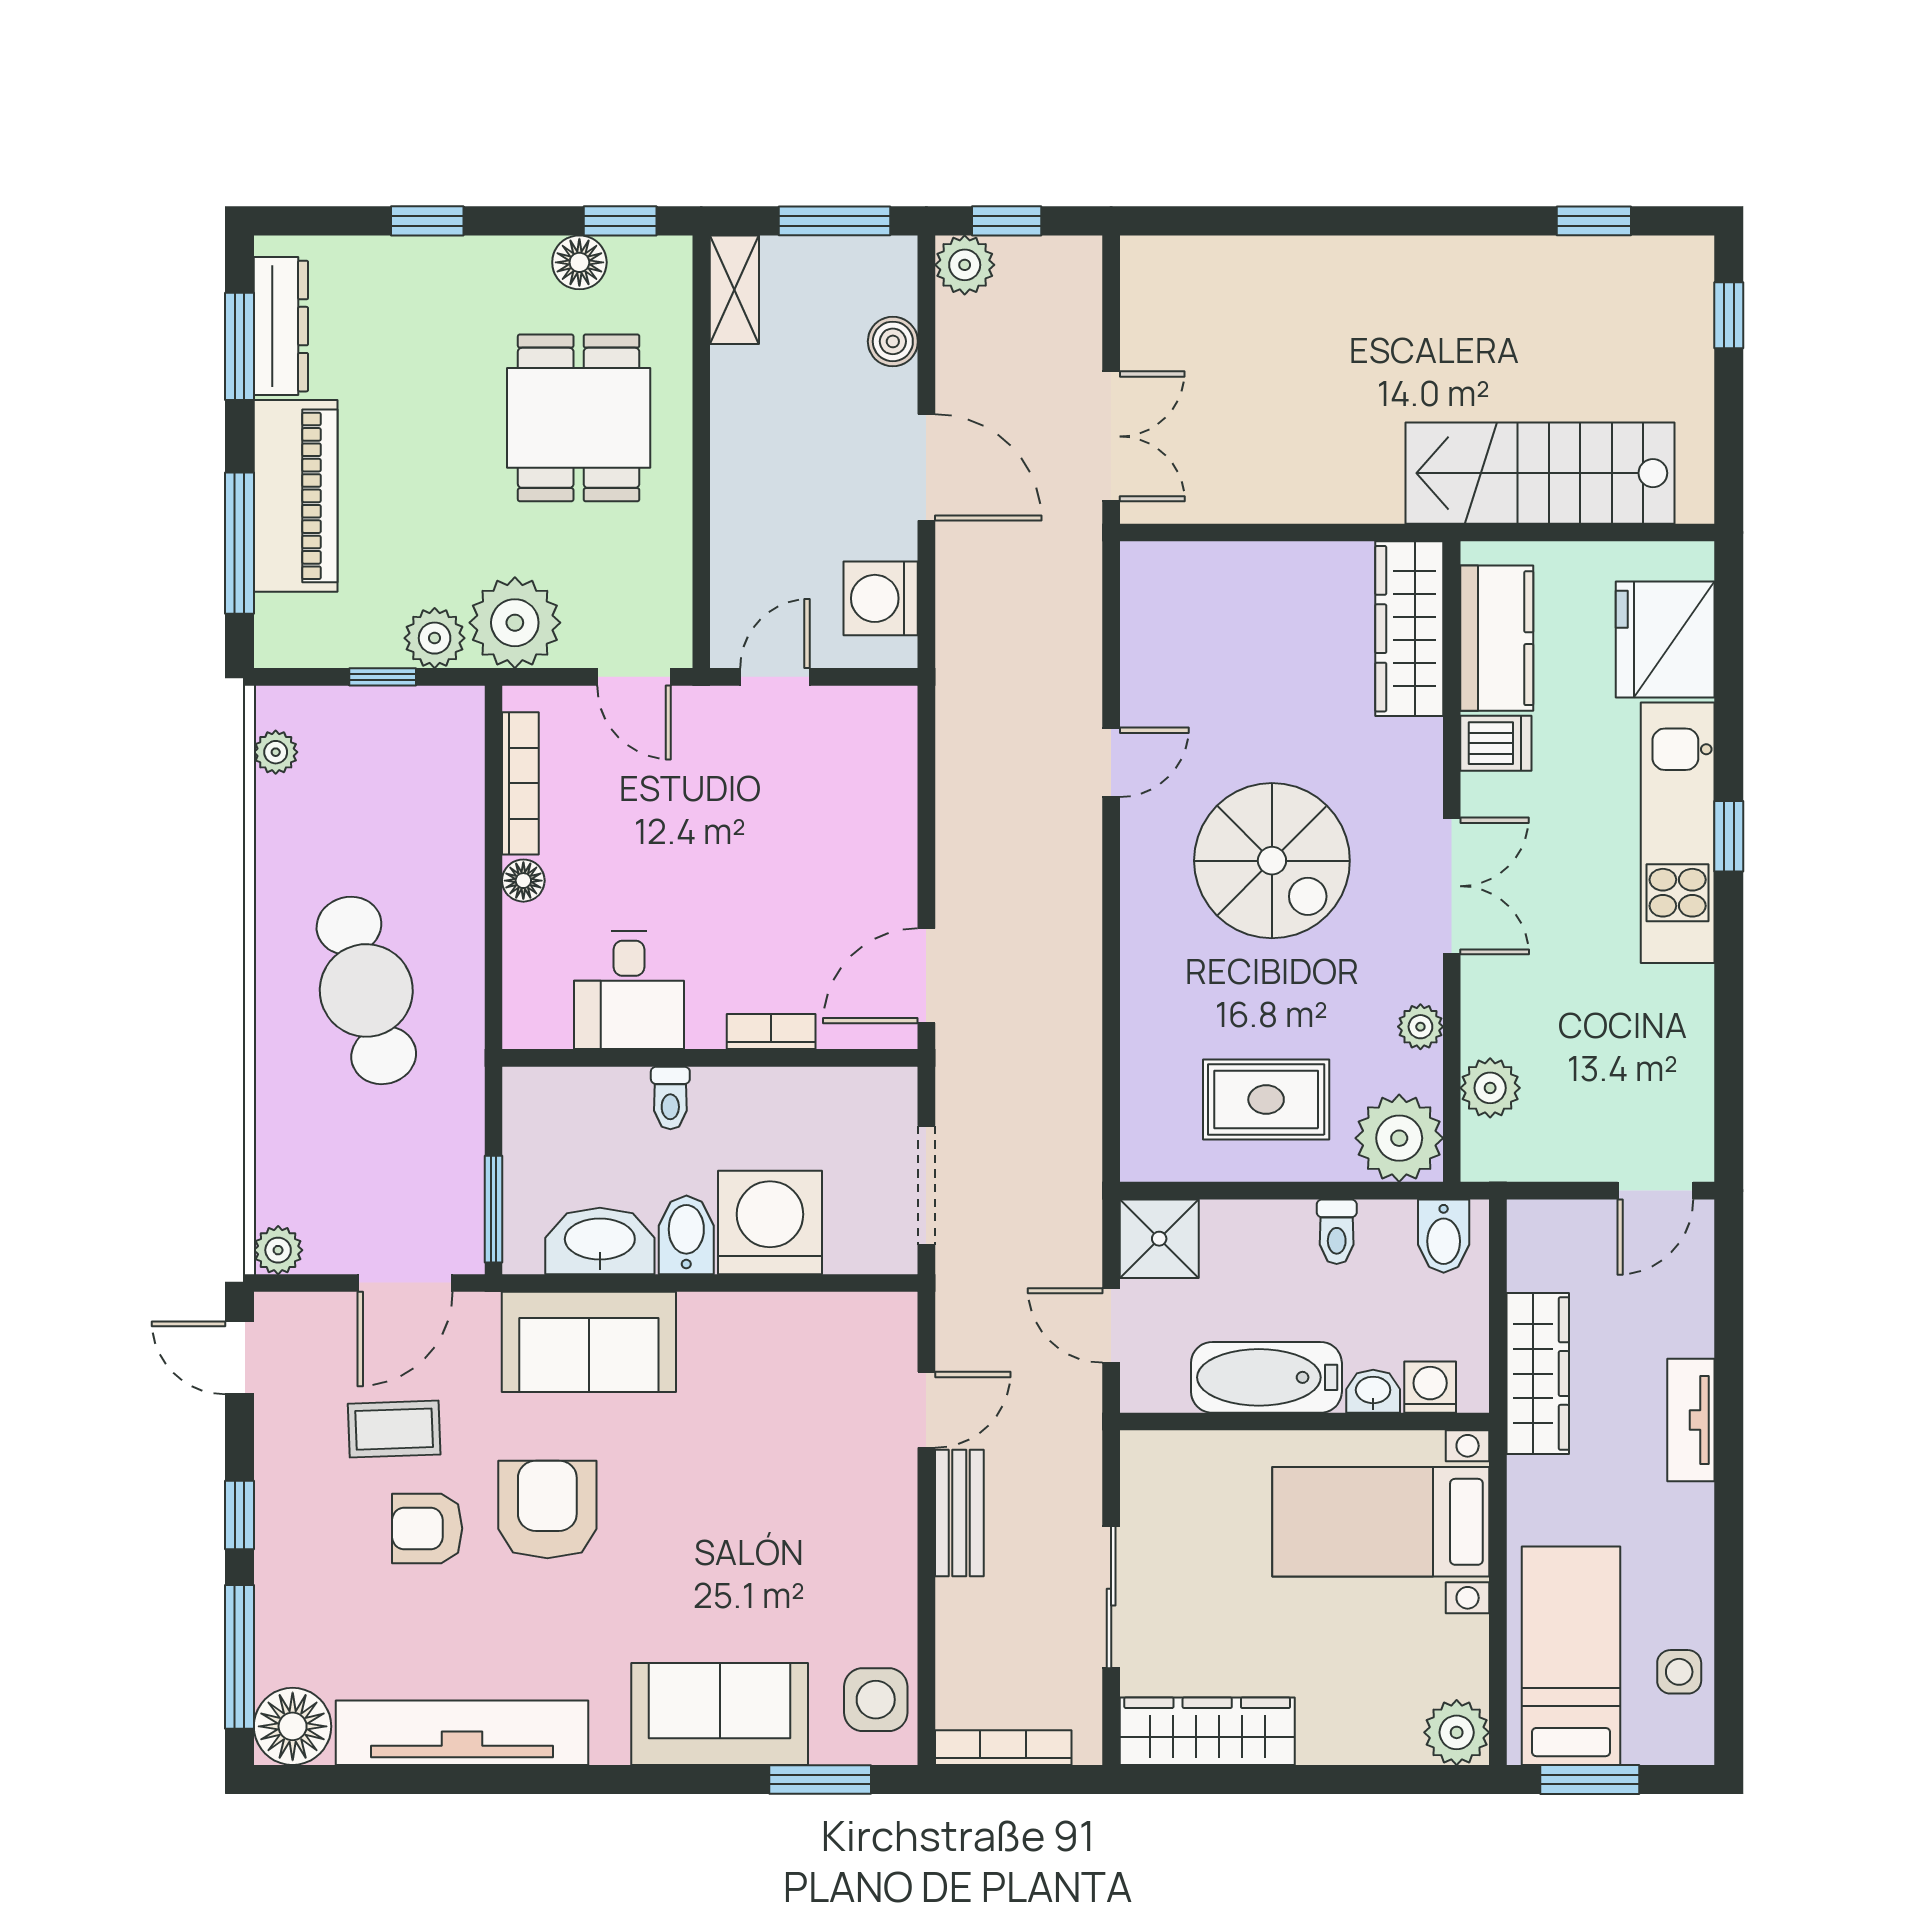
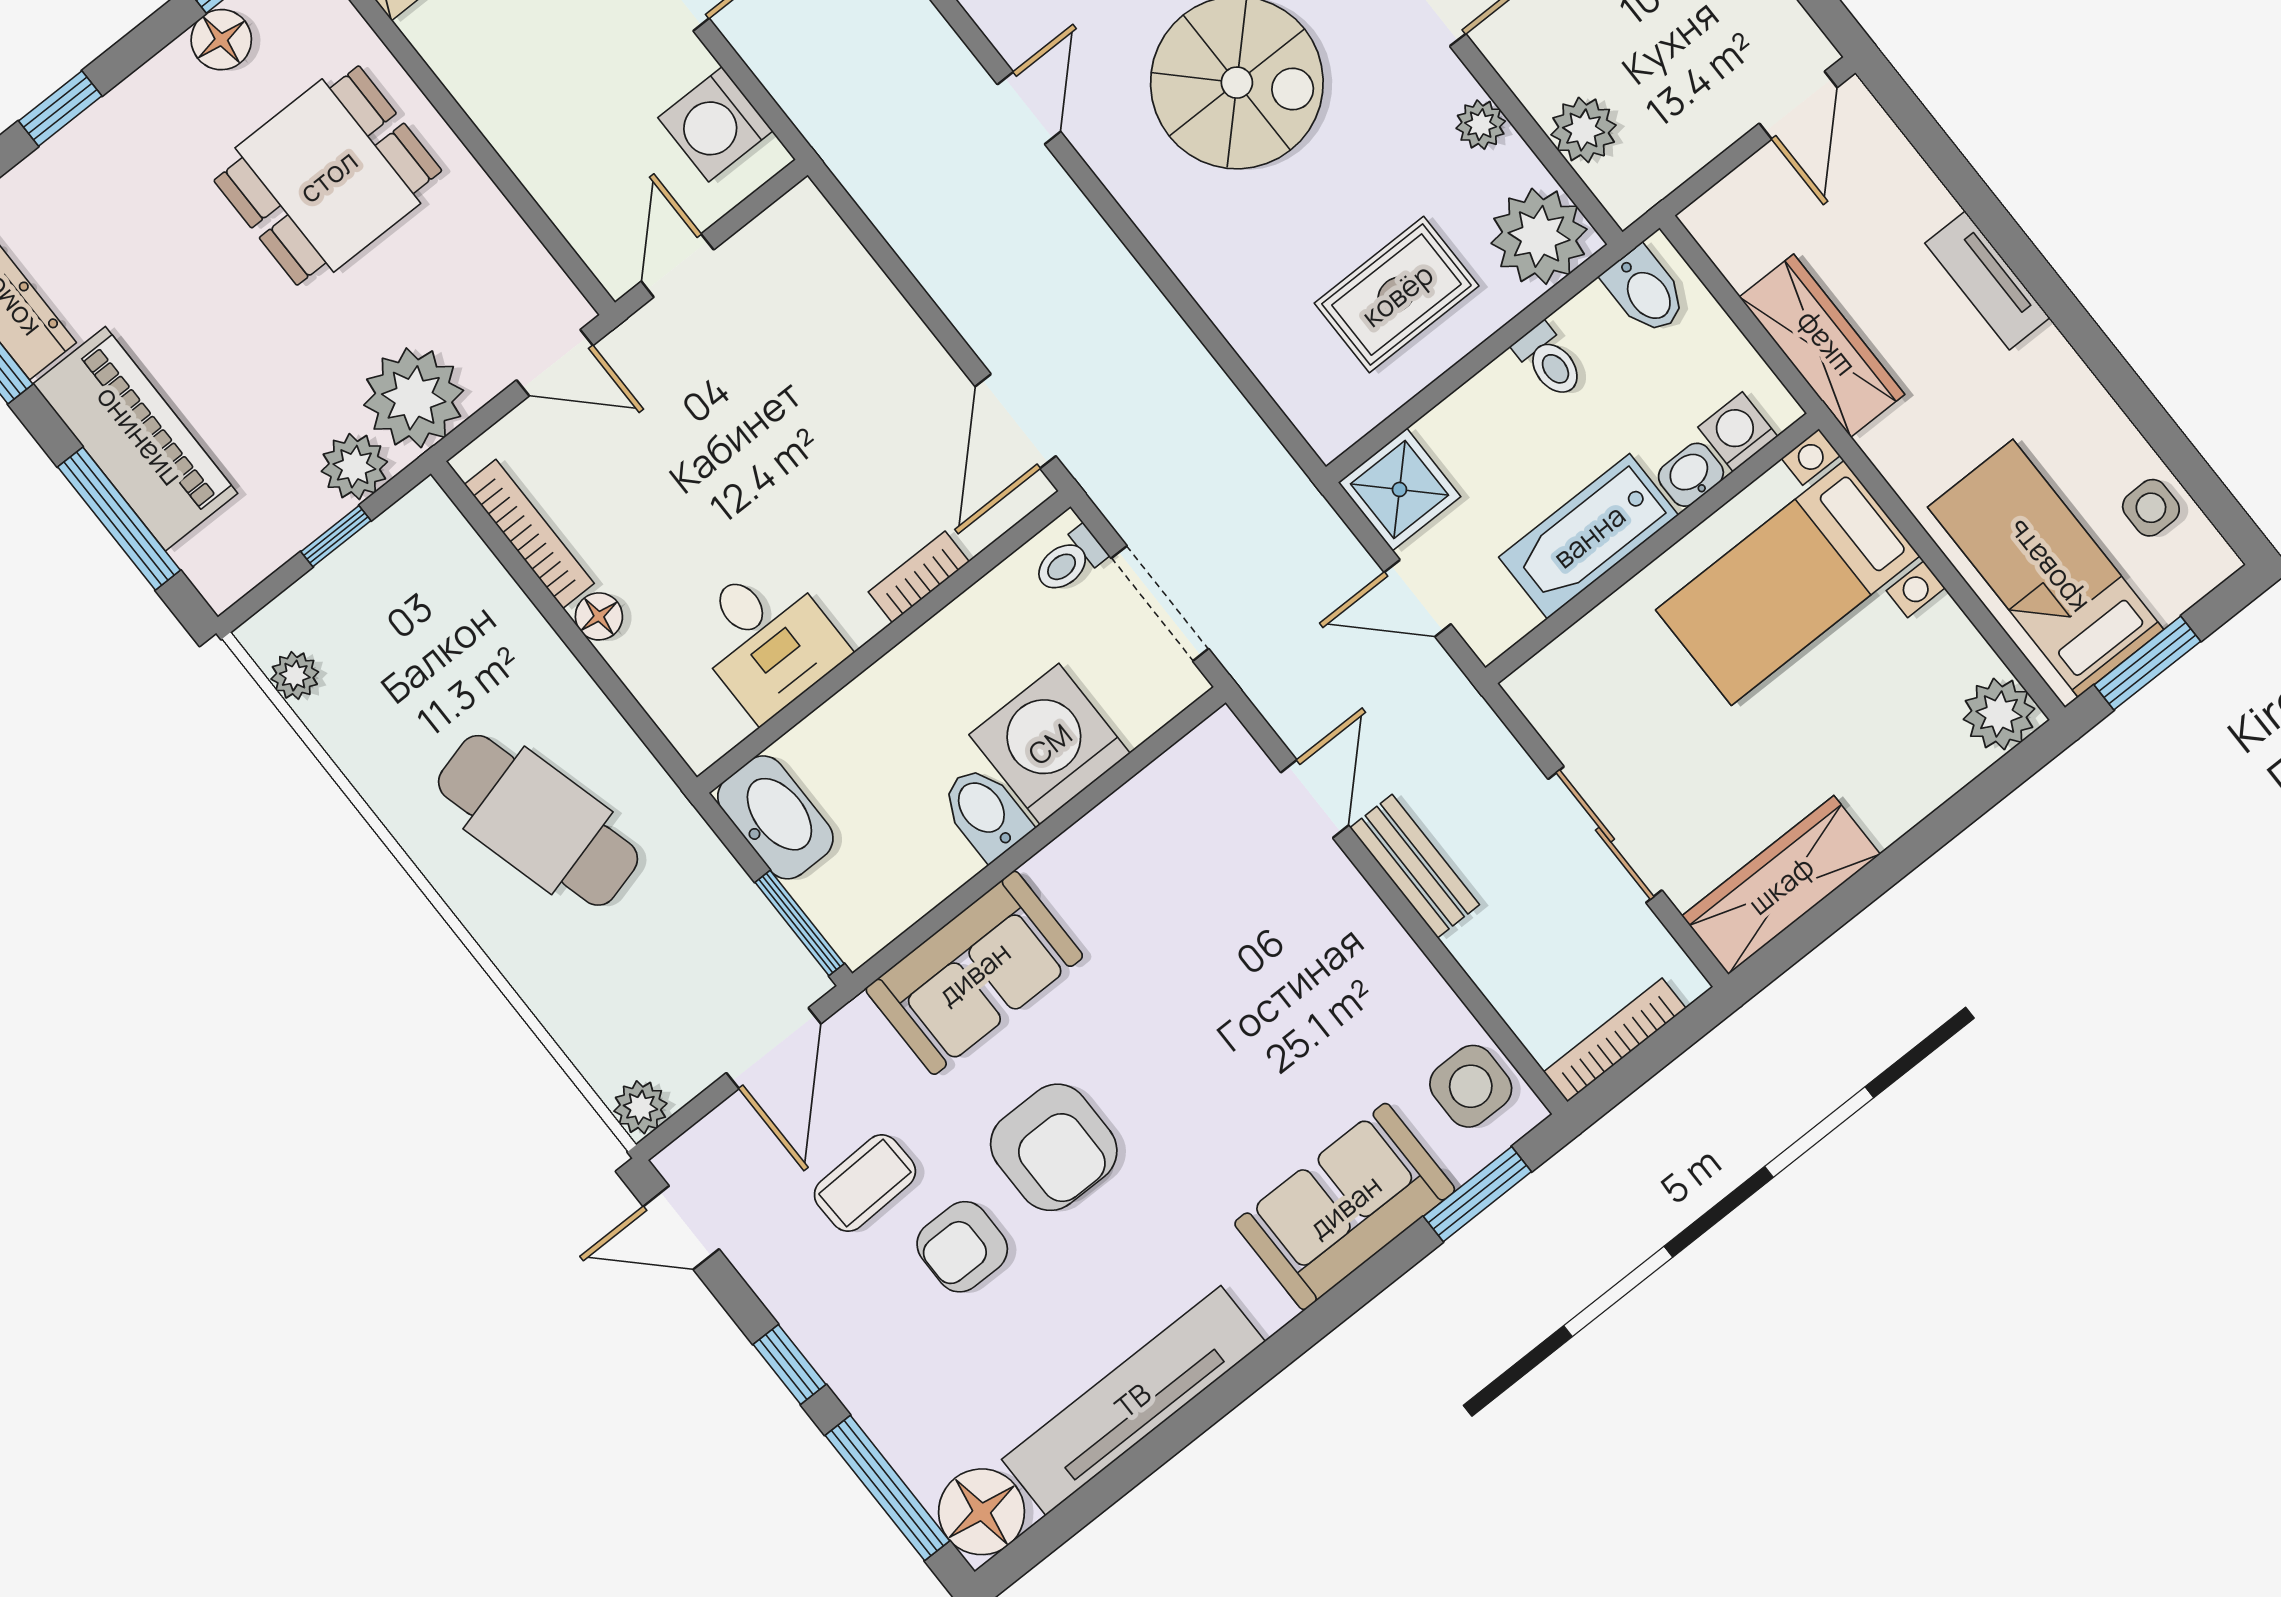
dining table: (579, 418) -> (328, 176), turned 90
toilet: (670, 1098) -> (1069, 561), moved, turned 90
washbasin: (600, 1241) -> (775, 817), moved, turned 90
armchair: (547, 1510) -> (1054, 1147), turned 180

